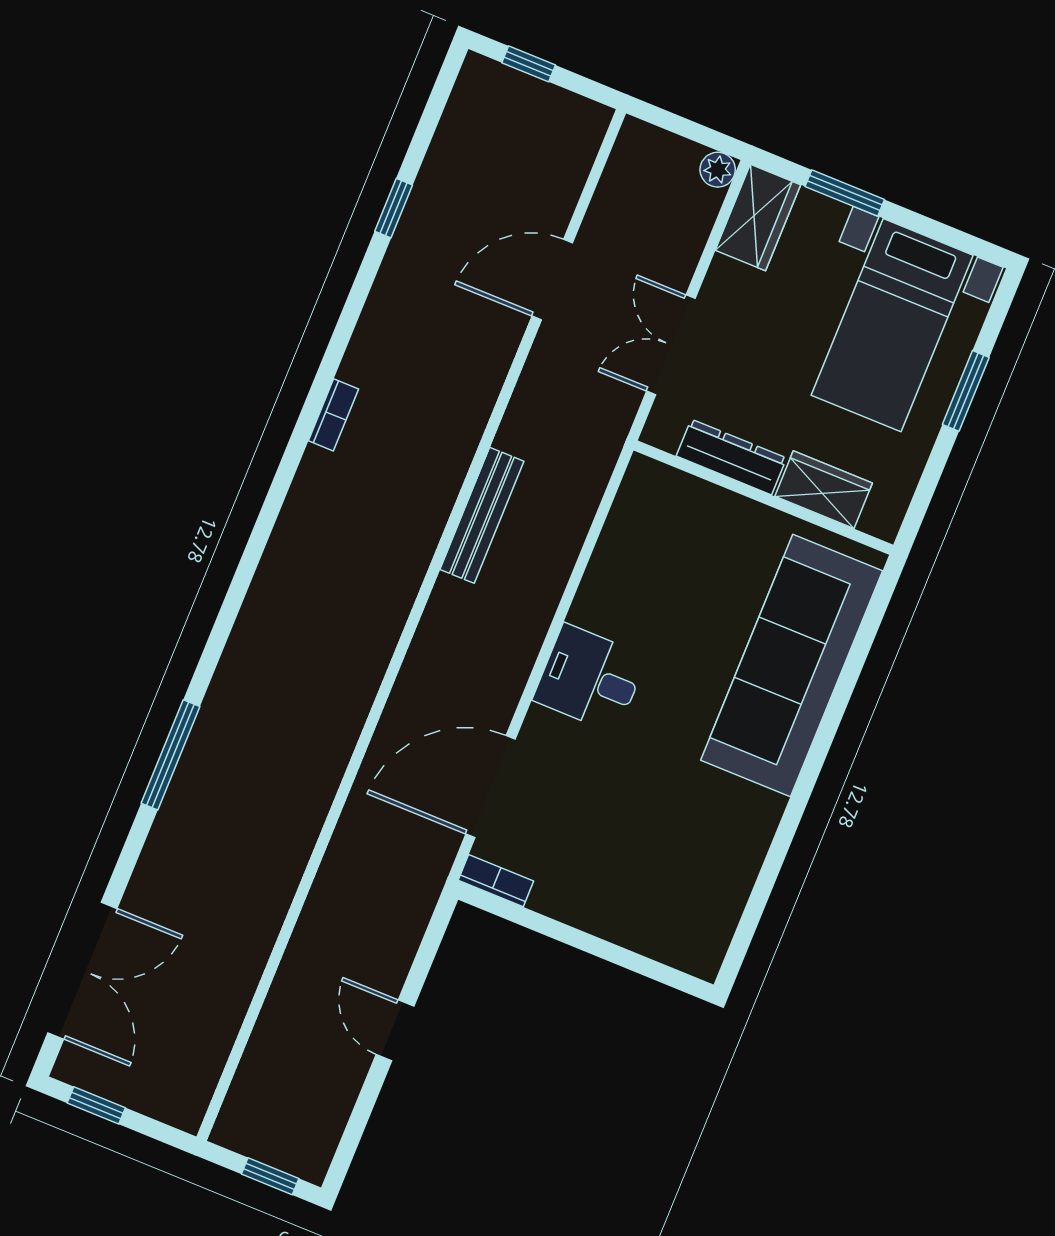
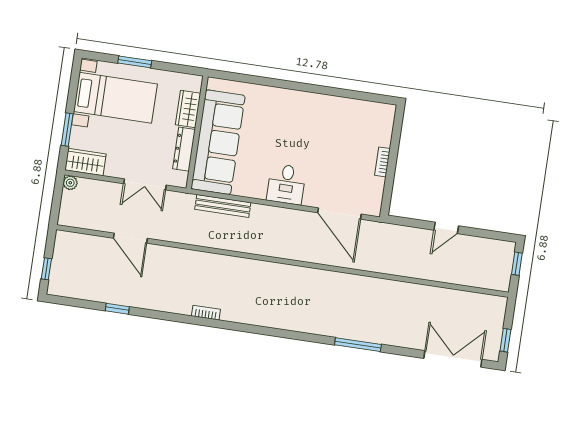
bench: (482, 515) -> (223, 206), moved
sofa: (792, 665) -> (218, 142), moved, turned -90
bookcase: (496, 881) -> (382, 162), moved

